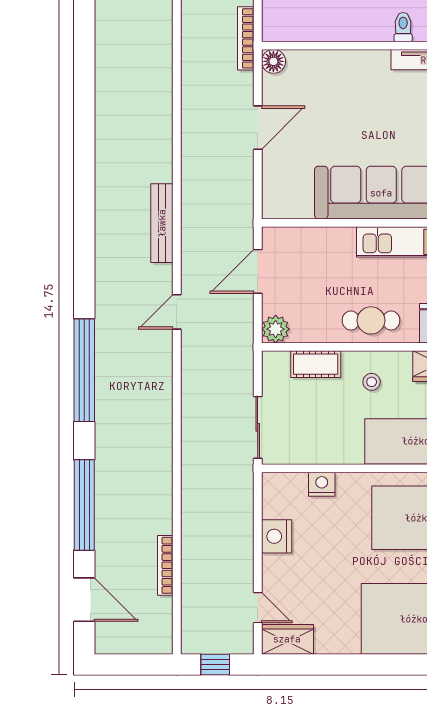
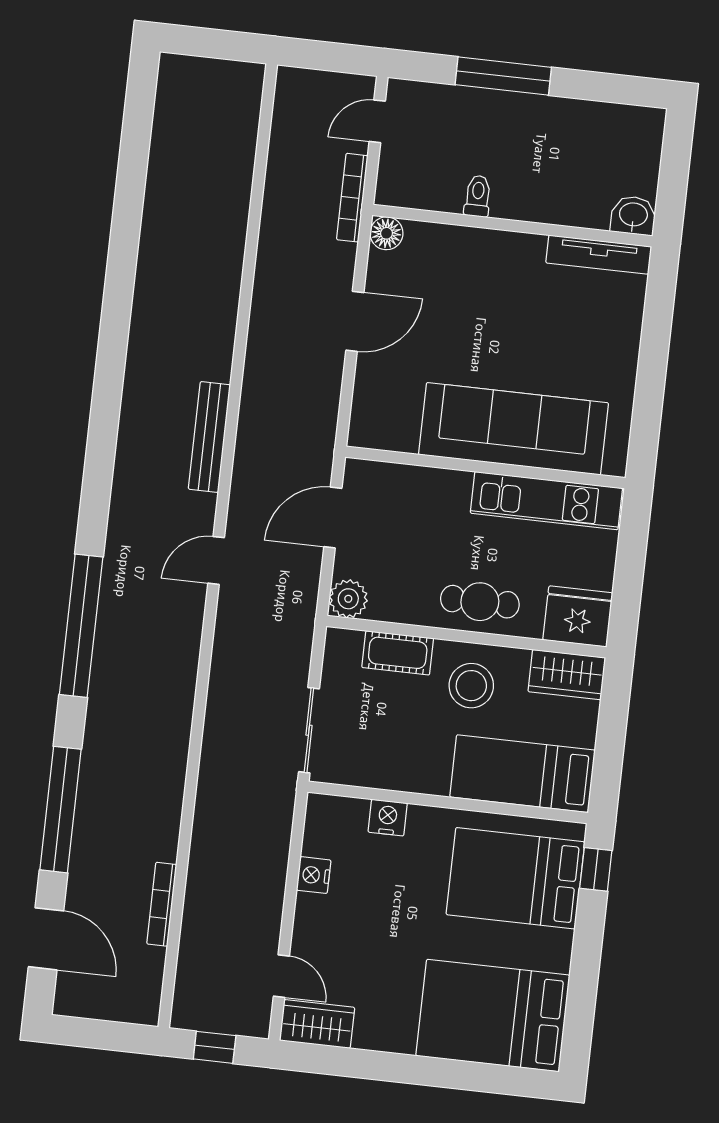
toilet: (403, 27) -> (478, 196), moved
stool: (372, 382) -> (471, 686), width x1.89, depth x1.89
nightstand: (277, 536) -> (314, 875), width x0.74, depth x0.75

